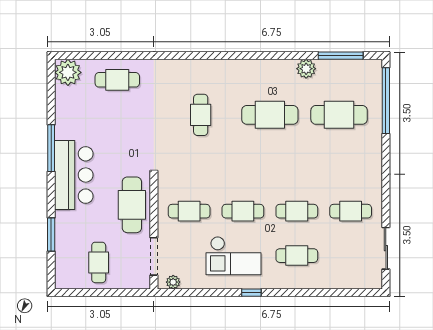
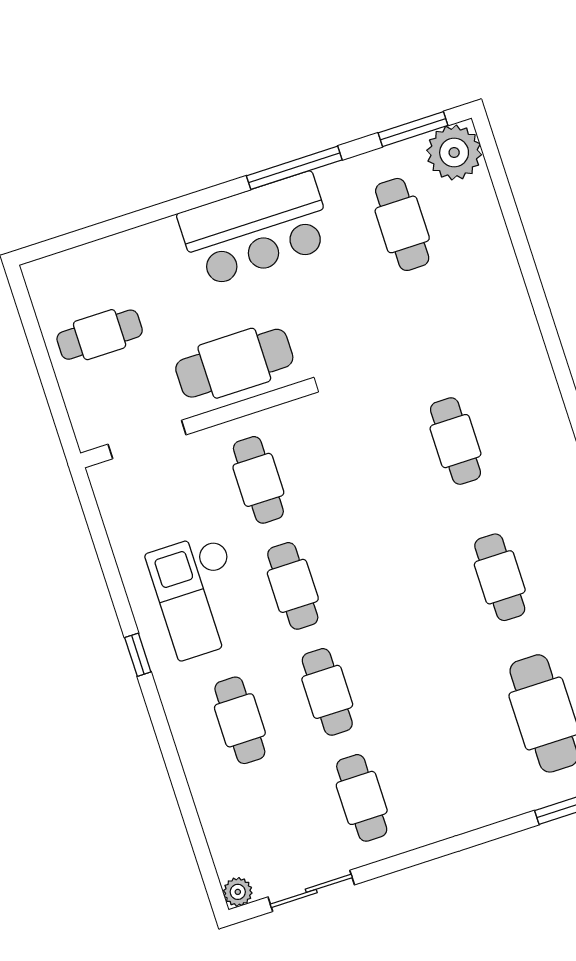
cafe table: (117, 80) -> (402, 224), moved
cafe table: (201, 115) -> (455, 441), turned 90
cafe table: (270, 115) -> (500, 577), width x0.73, depth x0.74
window: (51, 235) -> (413, 129), moved
plant: (173, 282) -> (238, 892), moved

